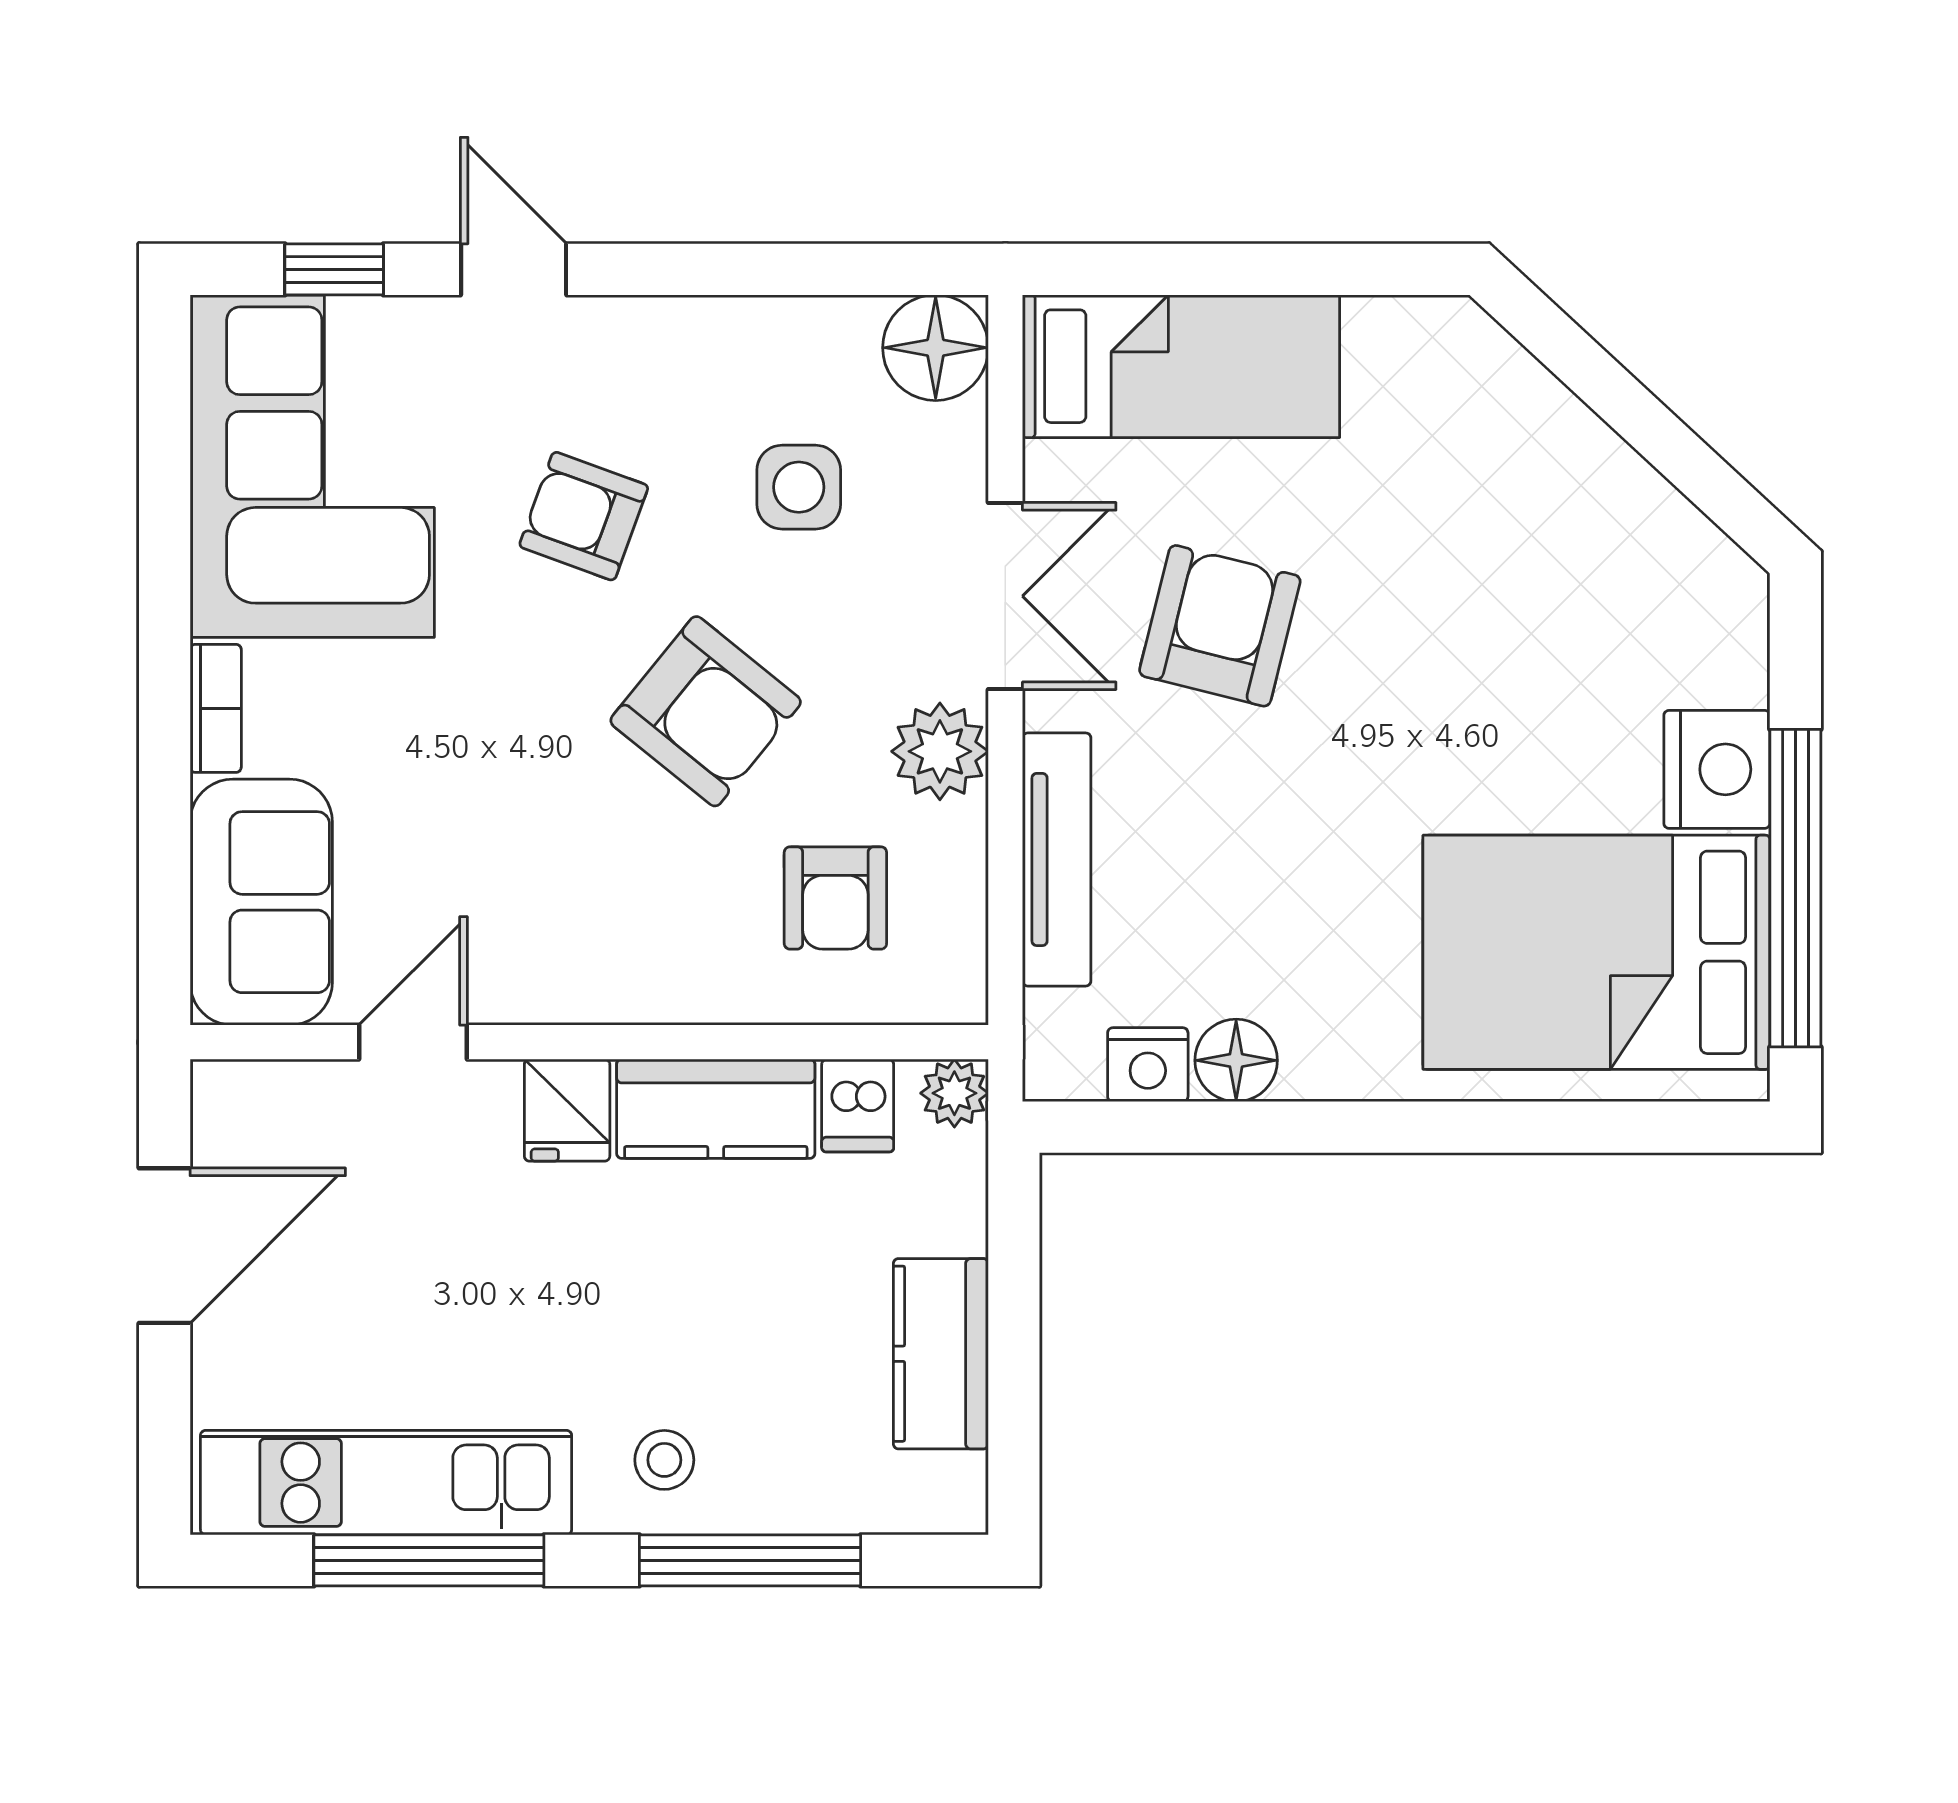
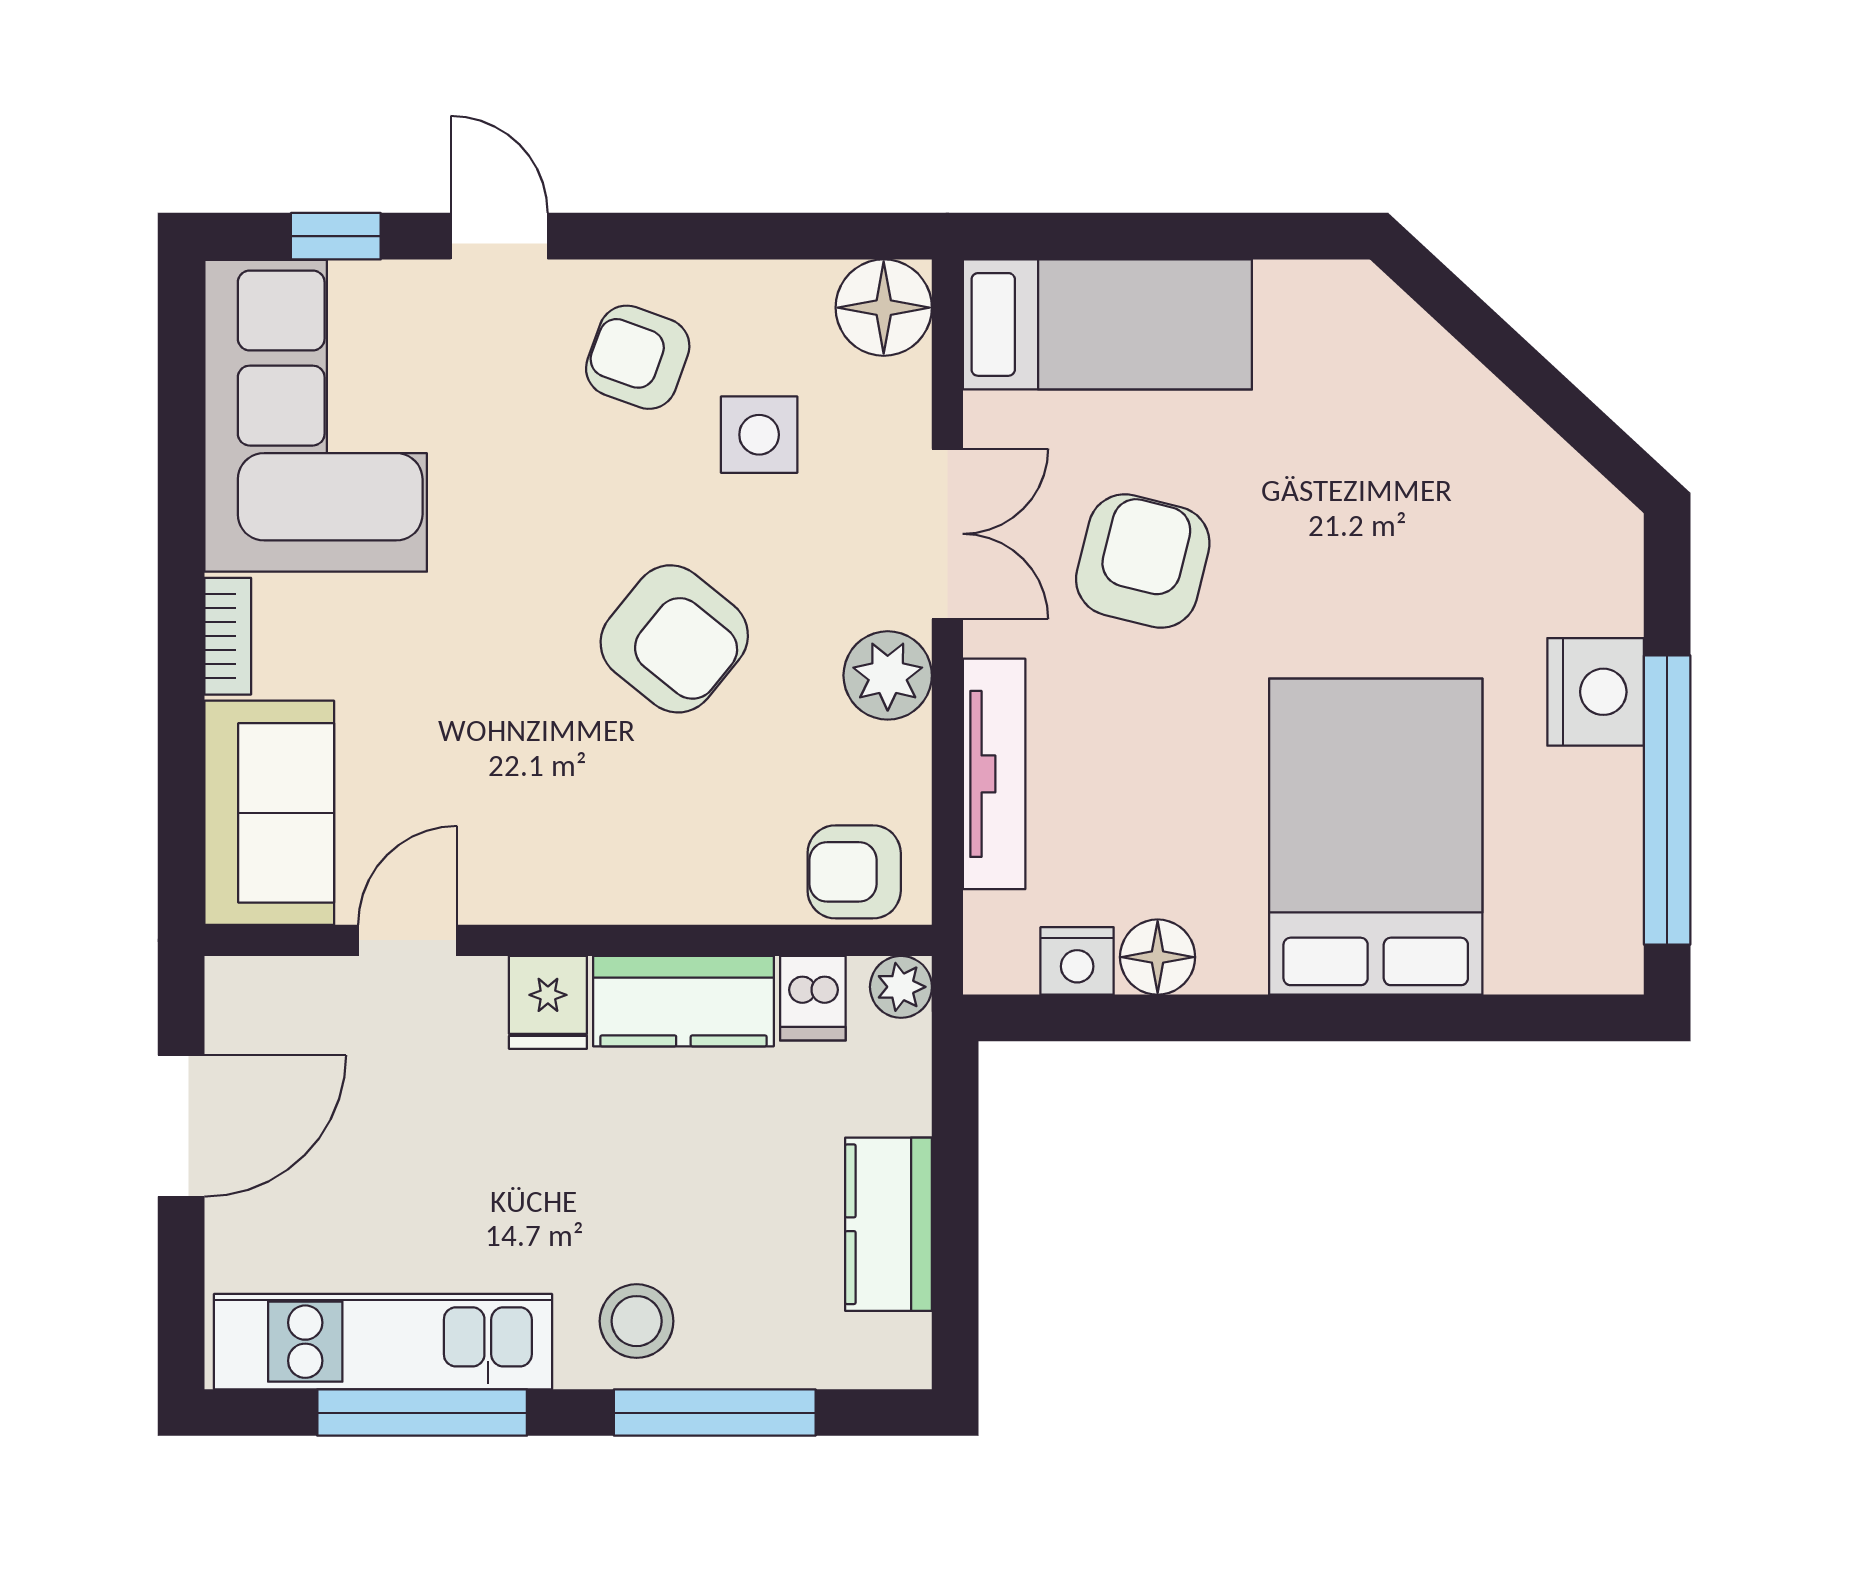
armchair: (584, 516) -> (638, 357), moved
armchair: (835, 898) -> (854, 872), moved, turned 90
bed: (1596, 952) -> (1376, 837), moved, turned 90
stool: (664, 1460) -> (637, 1321), width x1.37, depth x1.37

